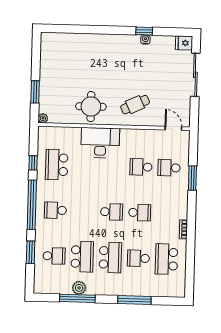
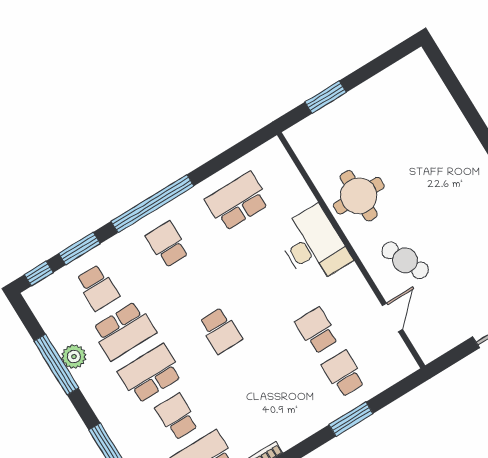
plant: (43, 118) -> (294, 135), removed
door: (173, 128) -> (392, 317), moved
window: (33, 163) -> (39, 274), moved
school desk: (140, 213) -> (247, 374), removed
school desk: (110, 257) -> (150, 374), turned 180

